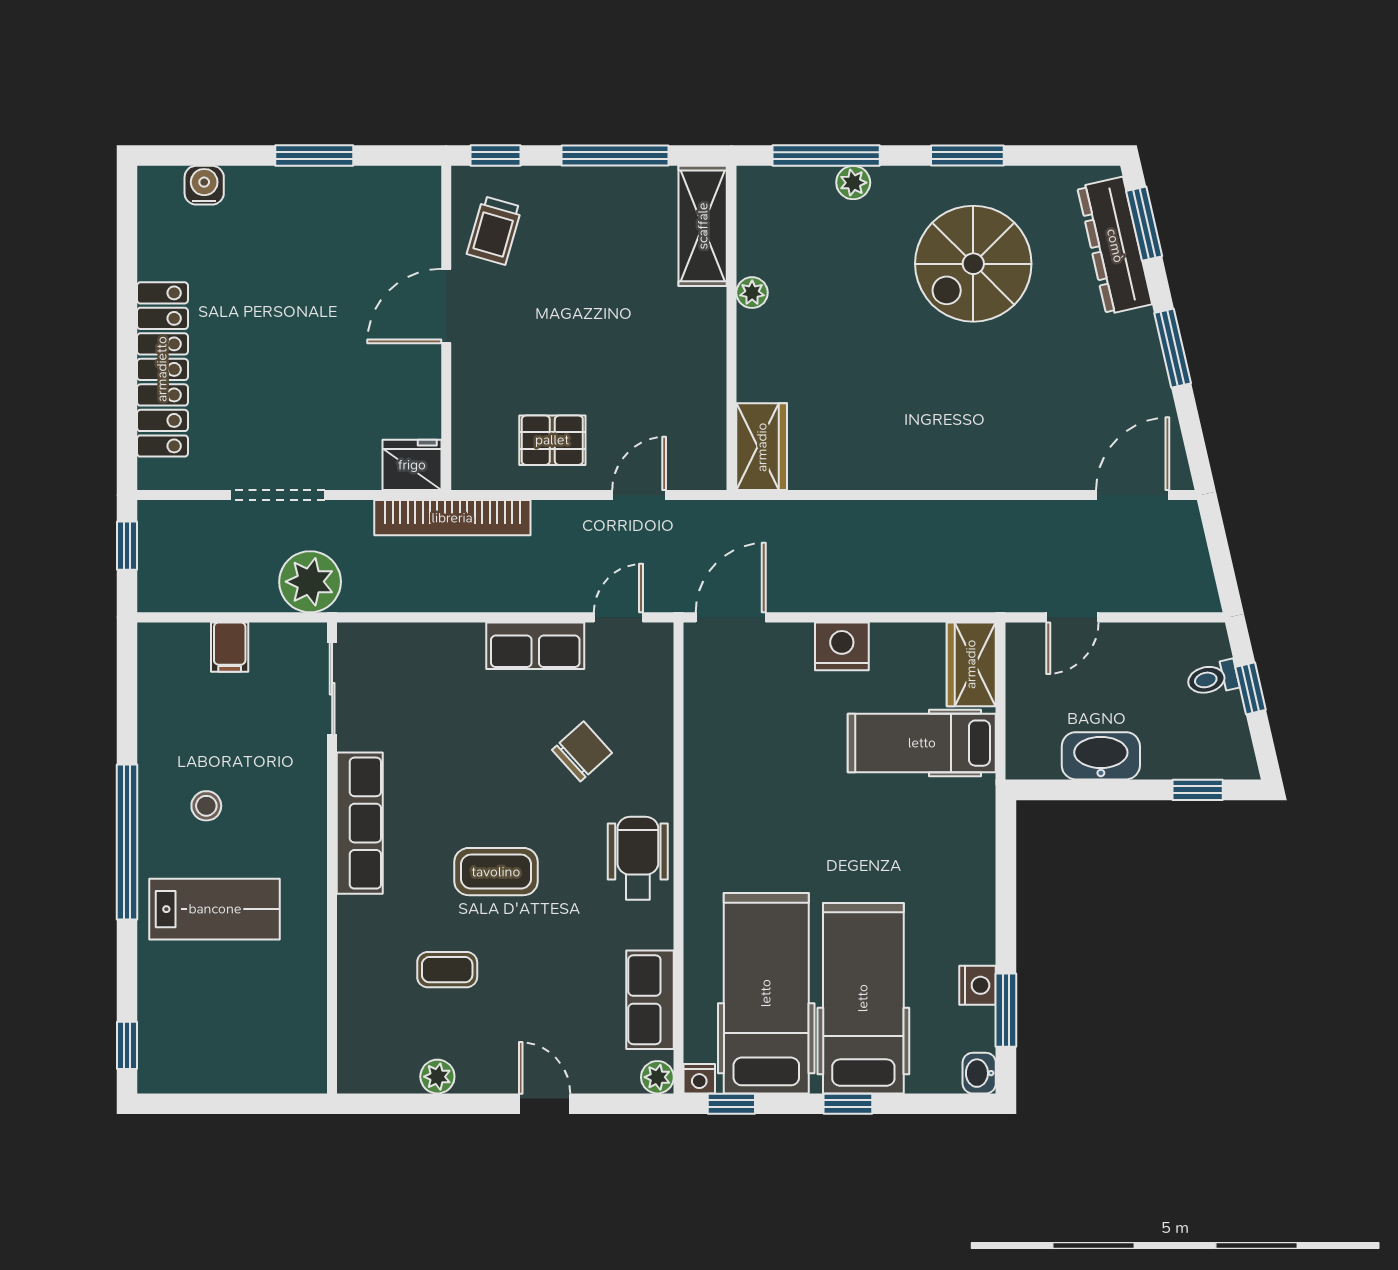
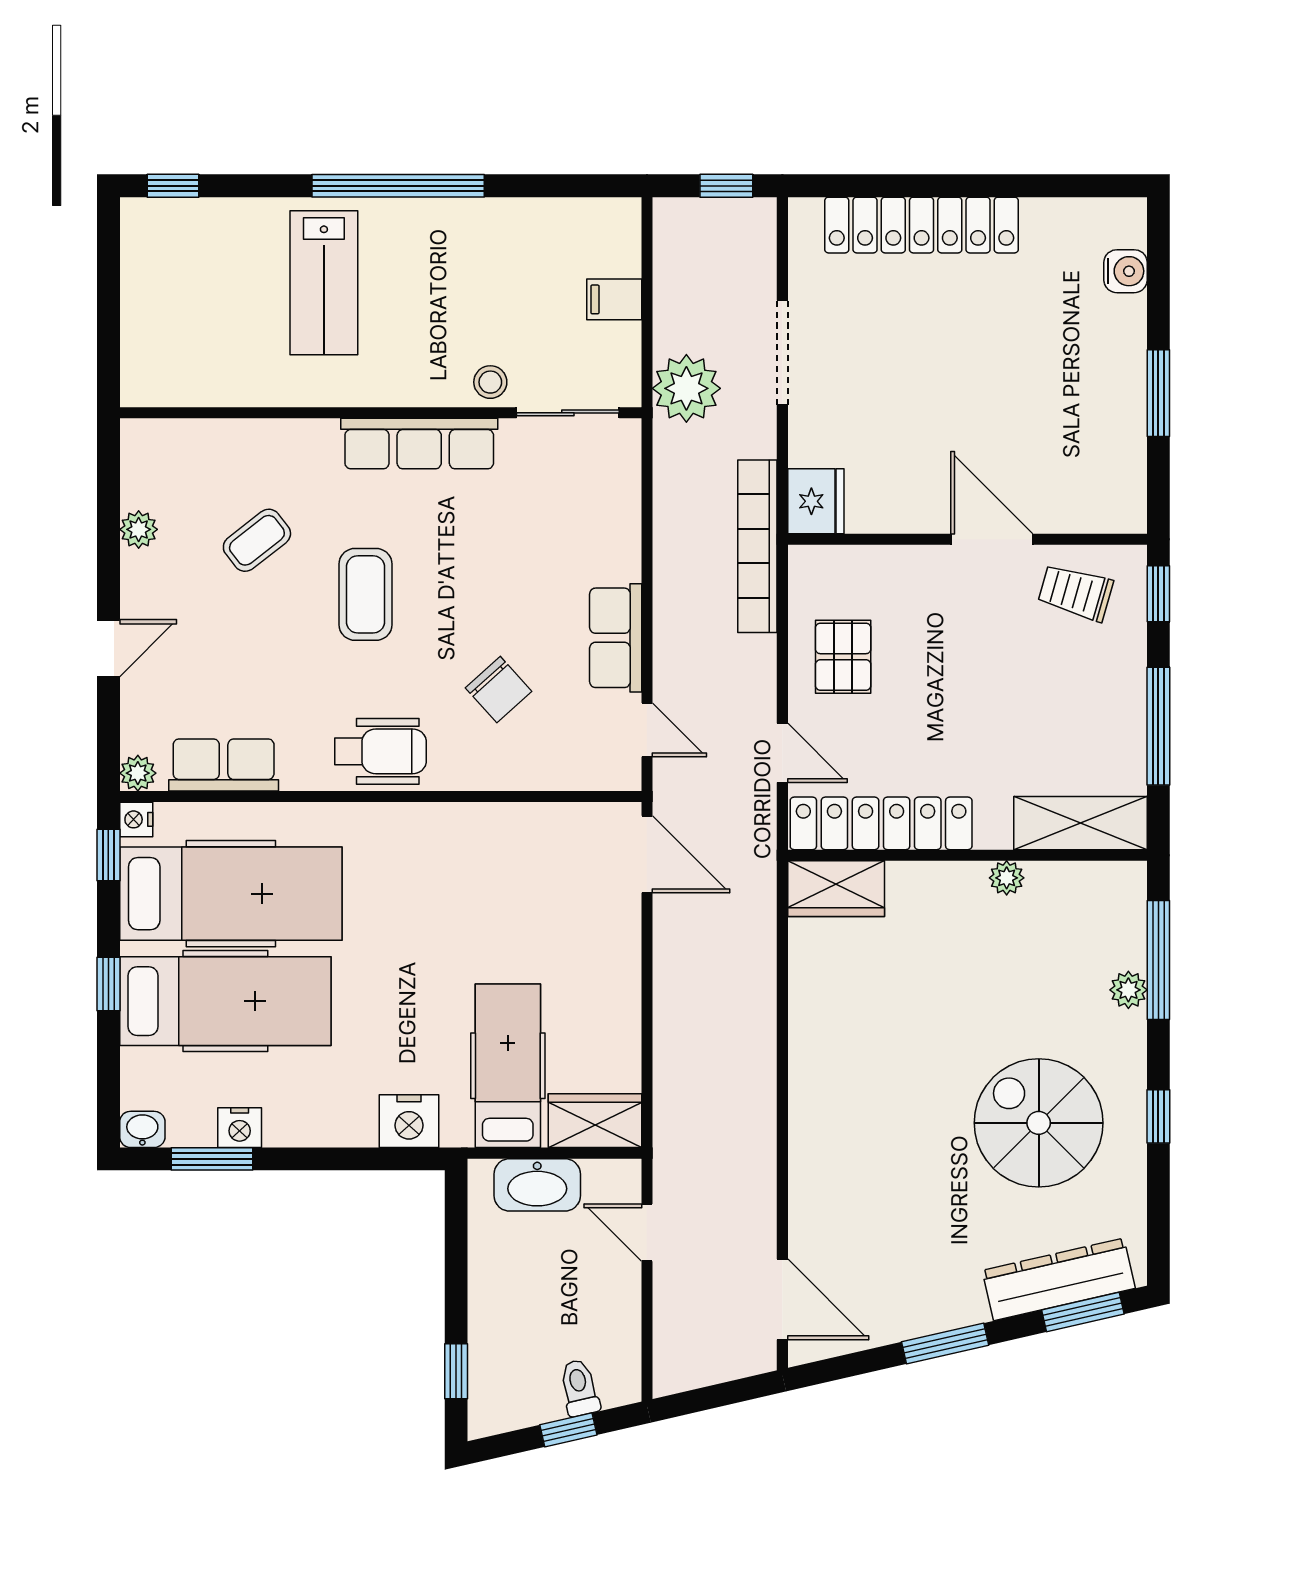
window: (967, 156) -> (1158, 1116), width x0.67
locker: (703, 406) -> (881, 823), added
nightstand: (842, 646) -> (409, 1121), moved, turned 90
washbasin: (1101, 756) -> (537, 1185), moved, turned 90
stool: (206, 806) -> (490, 382), moved
coffee table: (447, 970) -> (257, 540), turned 52

